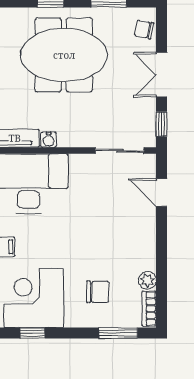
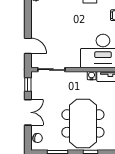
meeting table: (64, 55) -> (83, 123), turned 90

